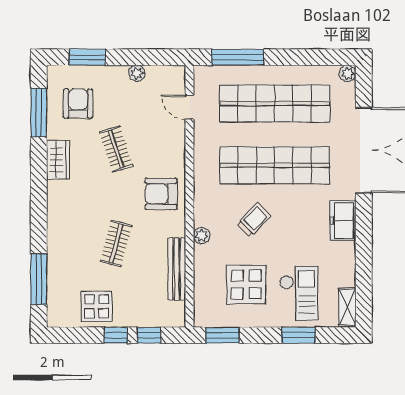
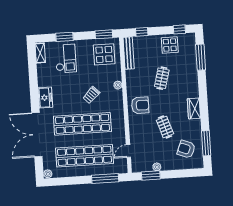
window: (87, 57) -> (151, 176), moved
armchair: (78, 104) -> (186, 149), turned 112
door: (189, 107) -> (128, 151), swing flipped
wardrobe: (58, 160) -> (194, 108), moved
bench: (177, 269) -> (129, 53), moved
display table: (246, 284) -> (104, 54), moved
checkout: (299, 293) -> (66, 59), turned 180
window: (116, 335) -> (179, 29), moved

